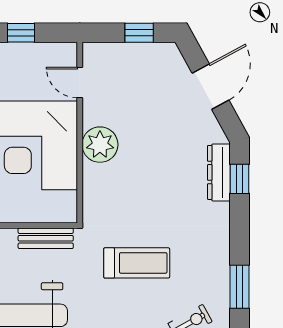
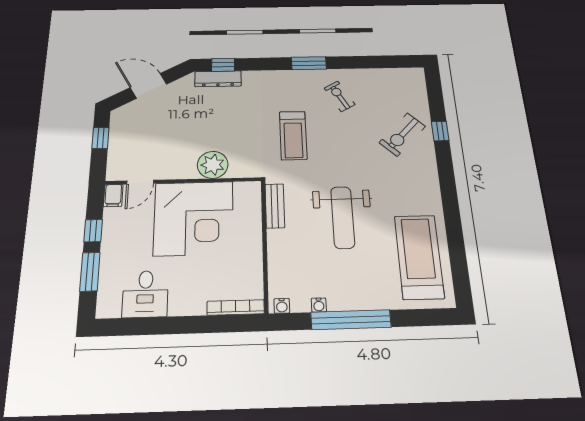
filing cabinet: (63, 53) -> (113, 196), added
plant: (100, 145) -> (213, 165), moved
treadmill: (137, 263) -> (293, 135), turned 180

